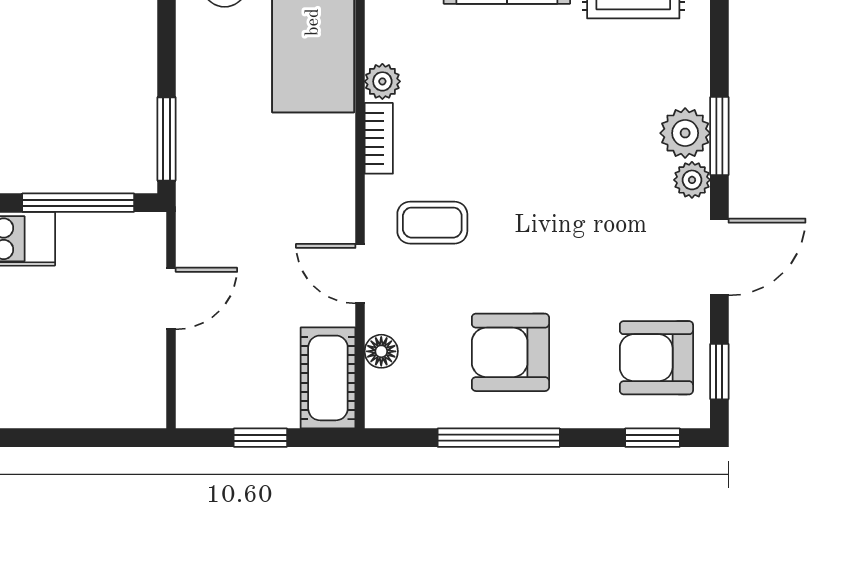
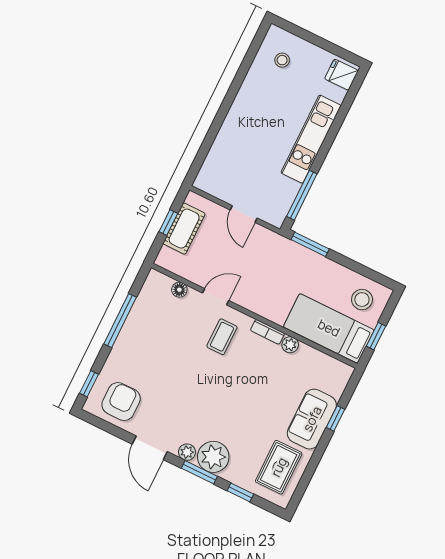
plant: (685, 133) -> (213, 457), width x1.36, depth x1.36
armchair: (510, 352) -> (153, 343), removed
window: (719, 372) -> (240, 492), moved
cot: (328, 378) -> (184, 229), moved, turned 90

